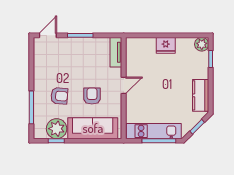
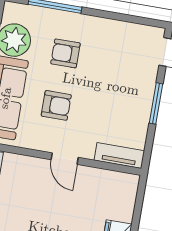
armchair: (59, 96) -> (65, 53), turned 85

